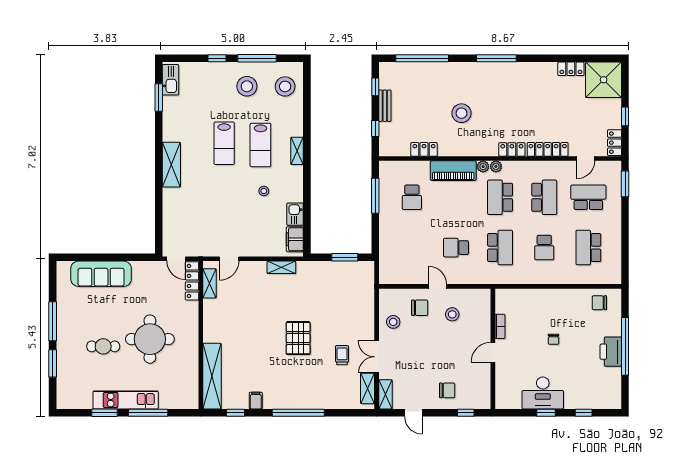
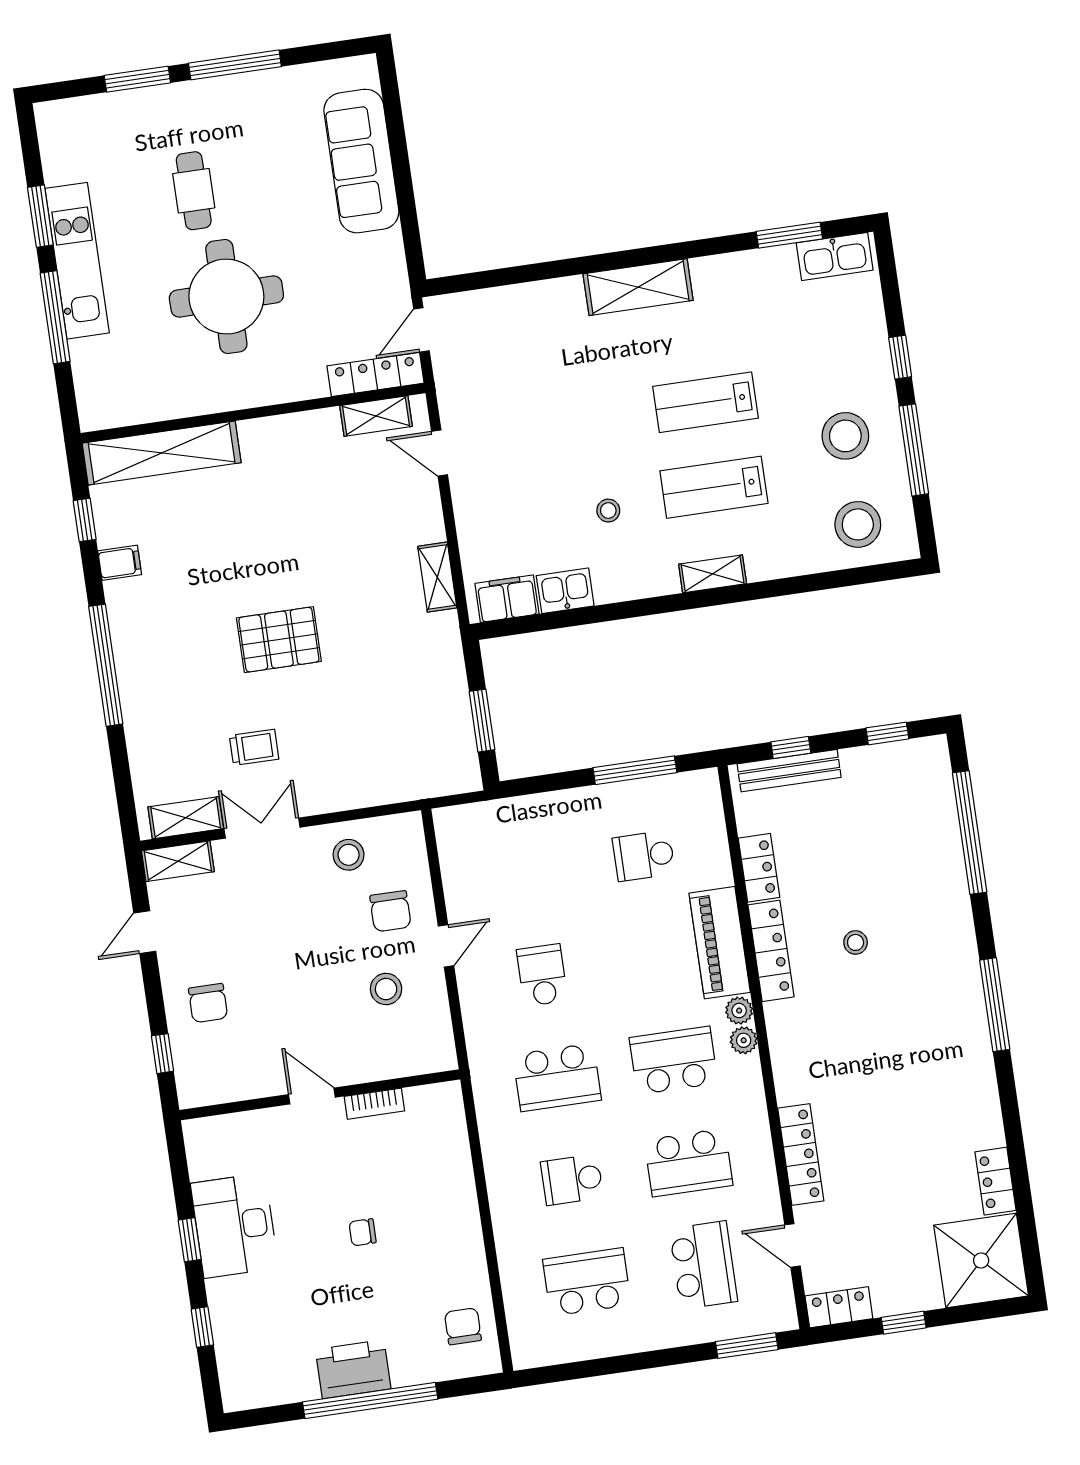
bench: (385, 106) -> (789, 771), moved, width x1.36
stool: (461, 113) -> (856, 942), width x0.53, depth x0.53
locker: (512, 149) -> (771, 951), moved, width x1.53

